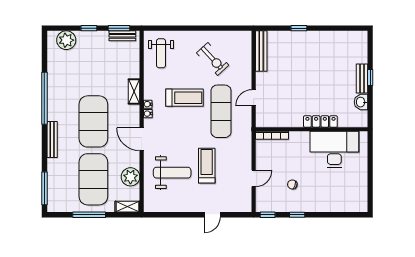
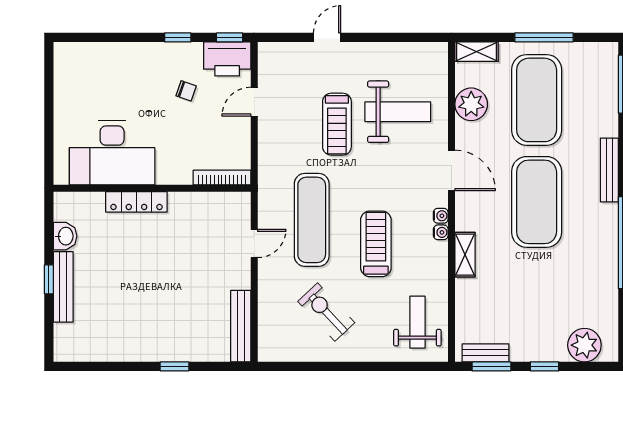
bench: (362, 79) -> (63, 287), width x1.36
treadmill: (185, 98) -> (376, 244), turned 90
weight bench: (172, 173) -> (398, 112), turned 180
printer: (269, 203) -> (227, 59), added

